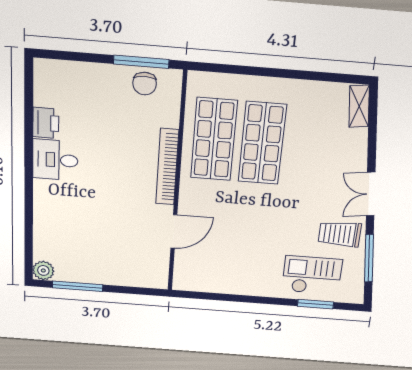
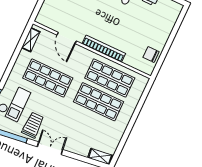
window: (141, 62) -> (162, 57), removed
shop shelf: (252, 238) -> (48, 78), added
shelving: (199, 284) -> (31, 40), added

